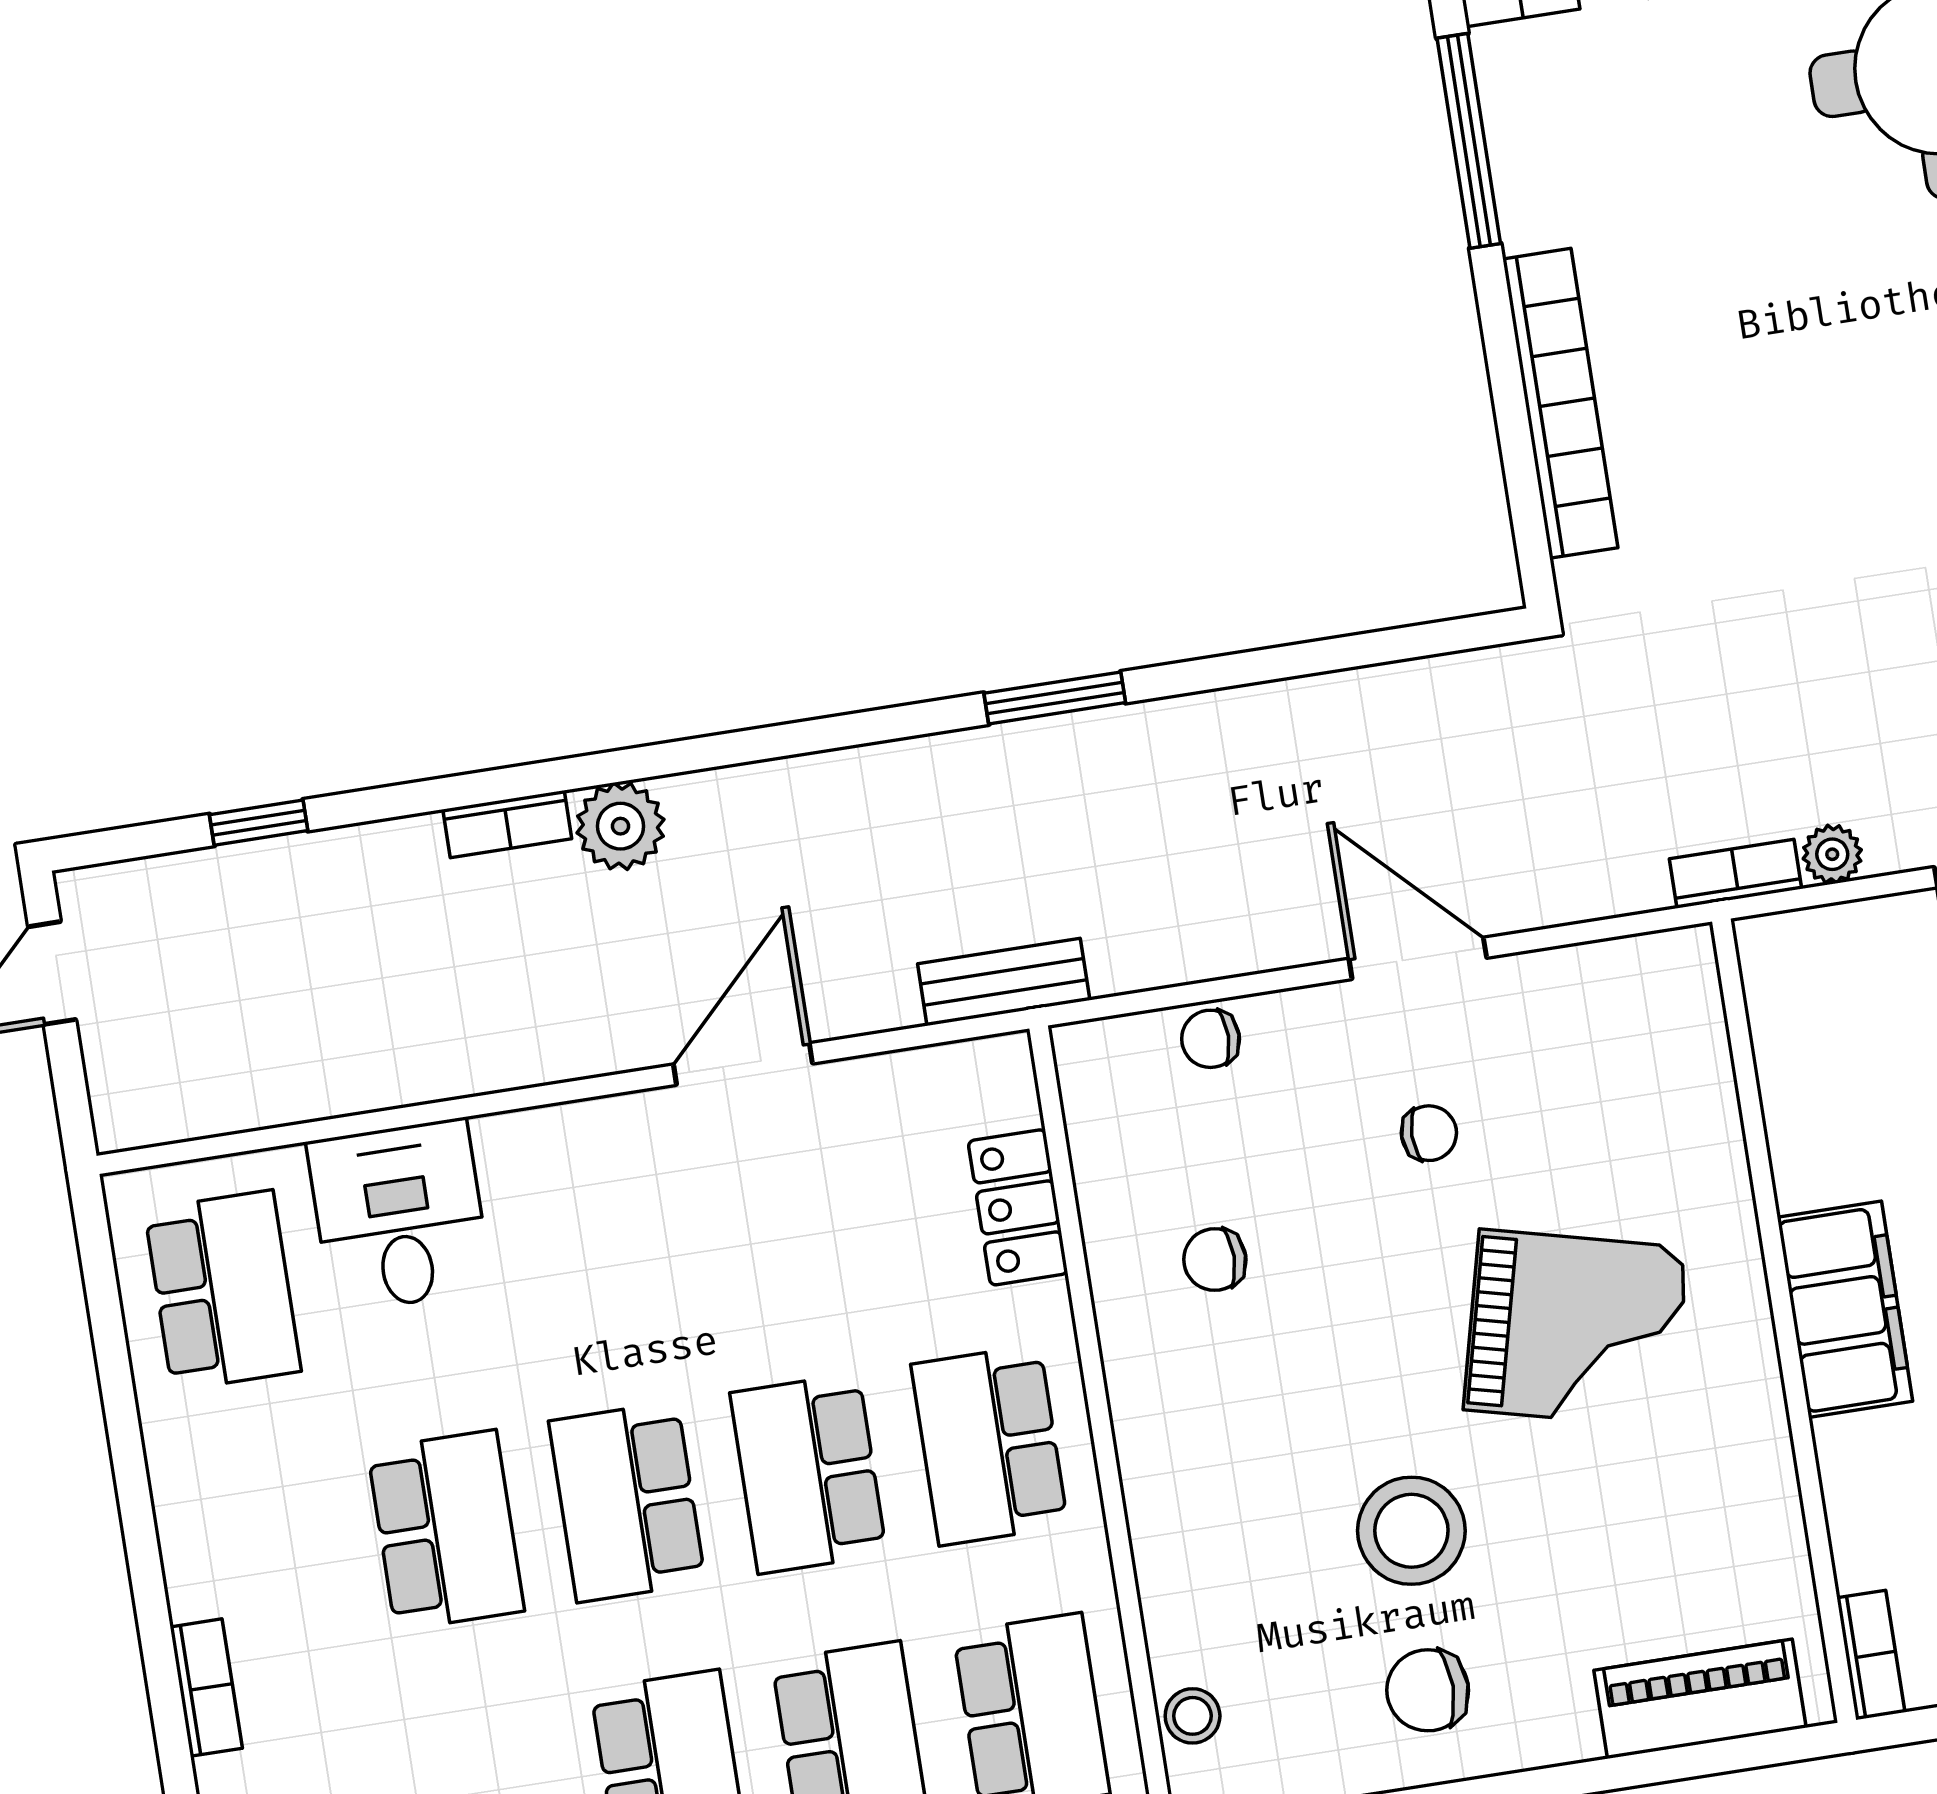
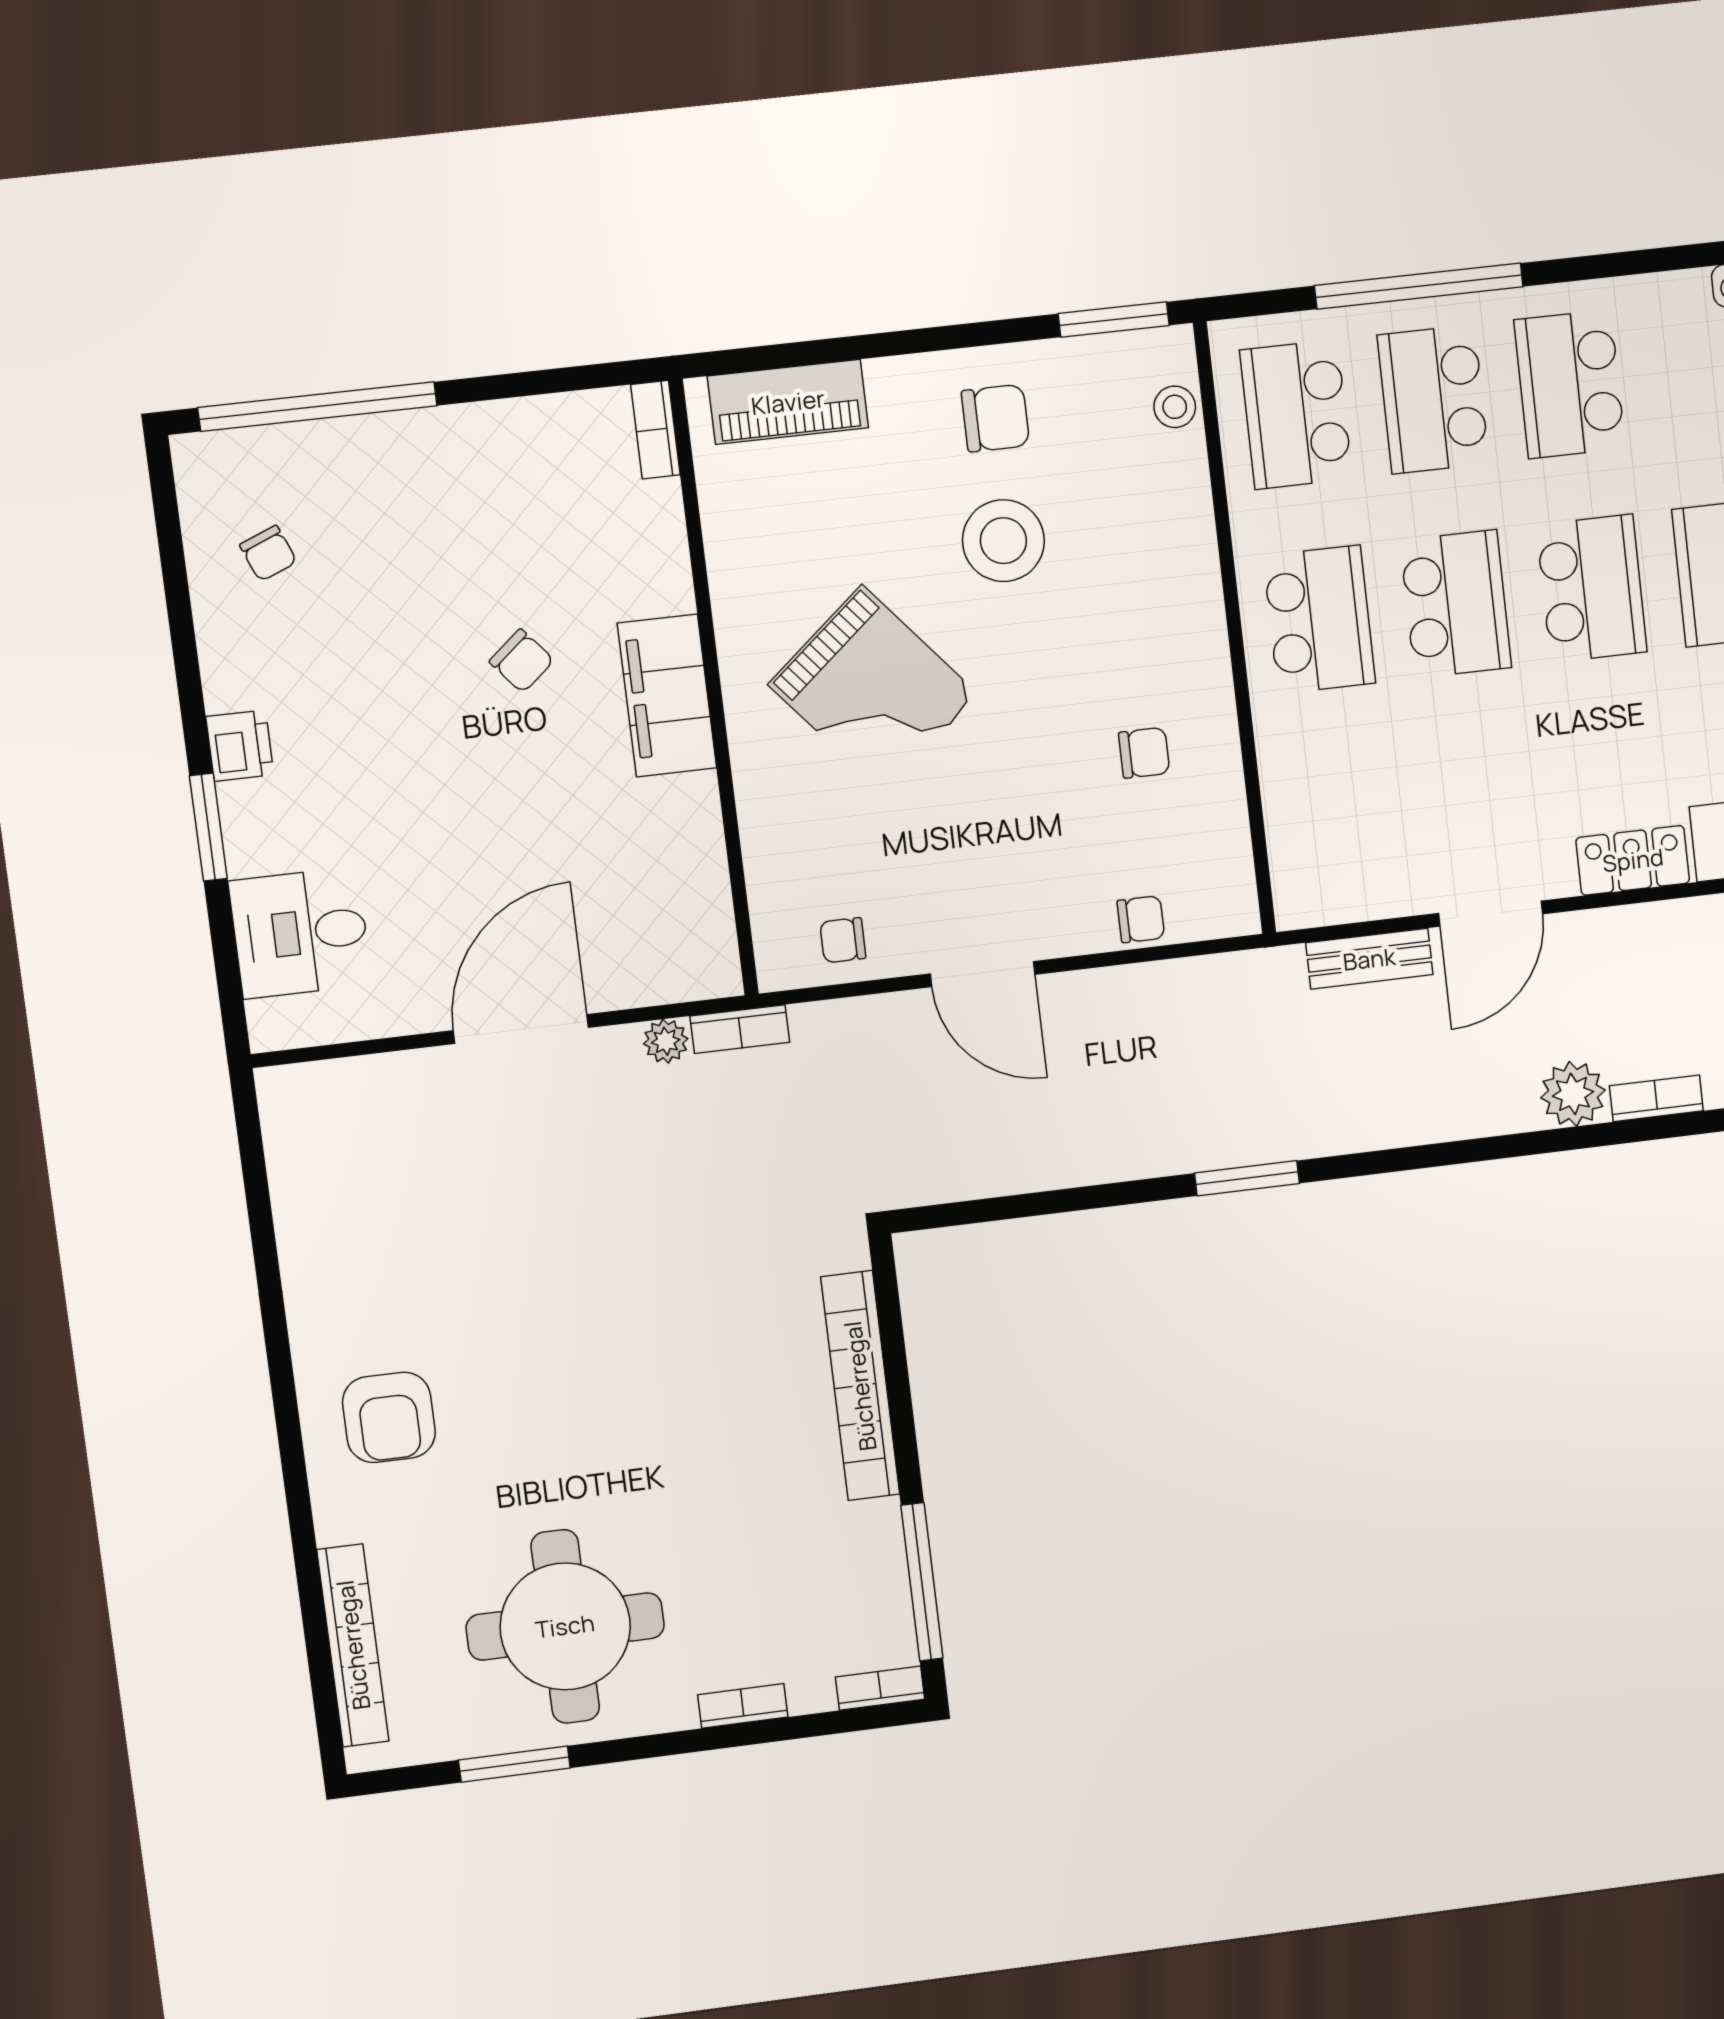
bench: (1004, 982) -> (1369, 959), moved
chair: (1429, 1133) -> (843, 940), moved
locker: (1018, 1207) -> (1633, 860), moved, turned -90
grand piano: (1576, 1329) -> (873, 689), turned -144

